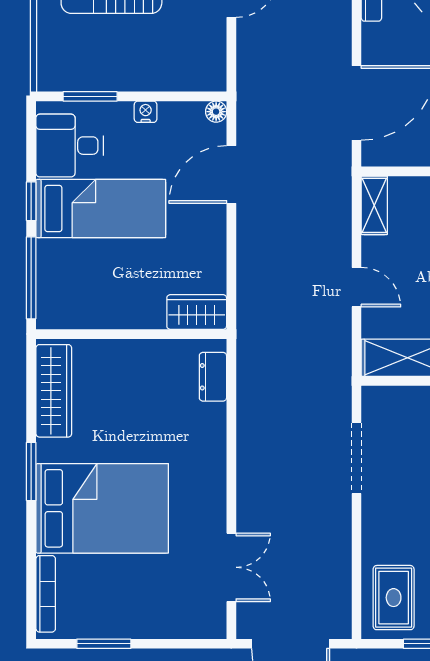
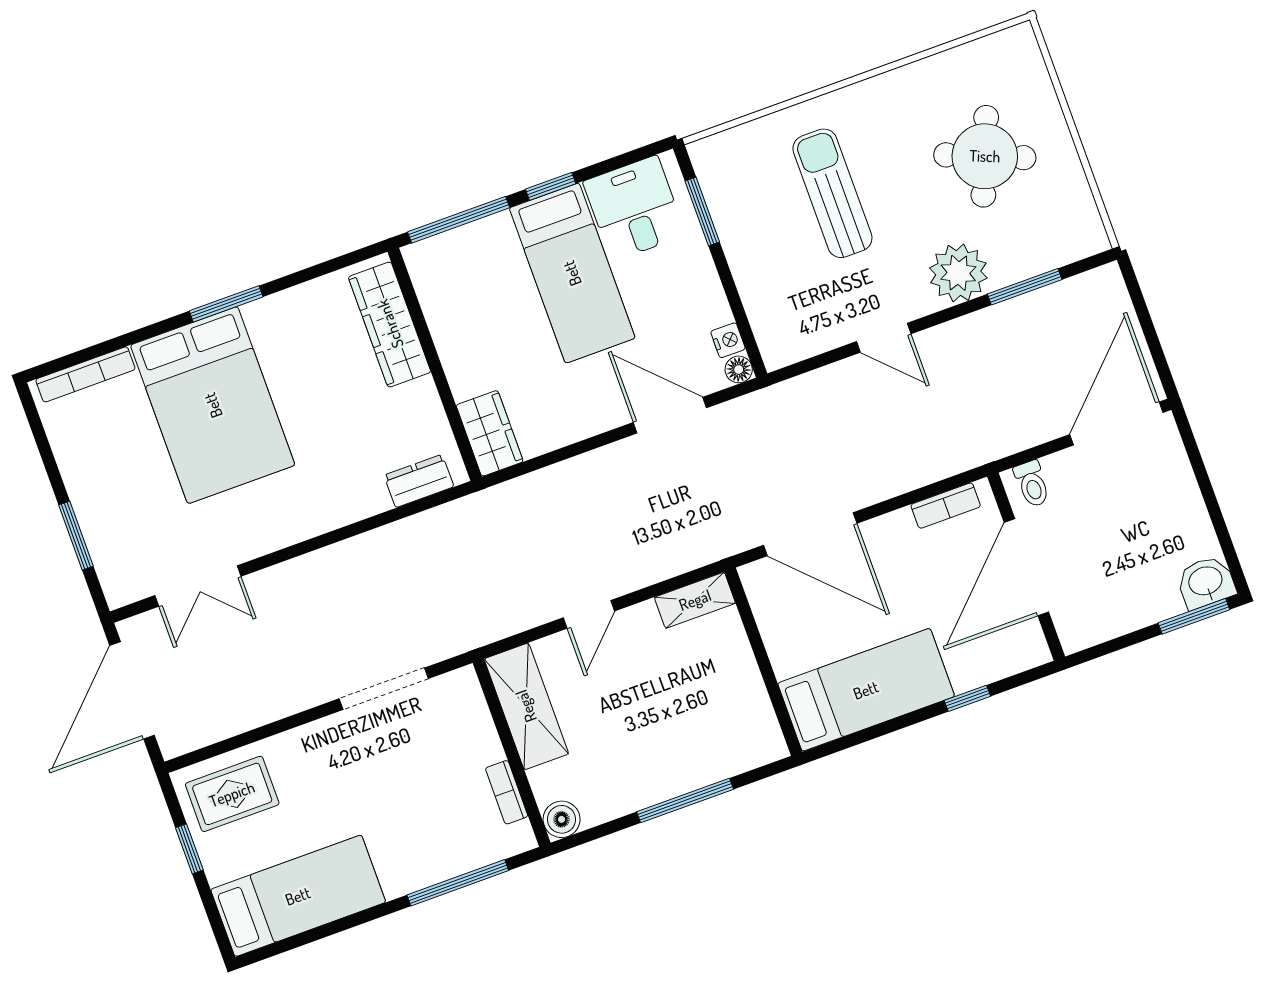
nightstand: (146, 112) -> (728, 340), moved
wardrobe: (54, 391) -> (390, 324), moved, turned 90
window: (104, 644) -> (76, 536), moved

